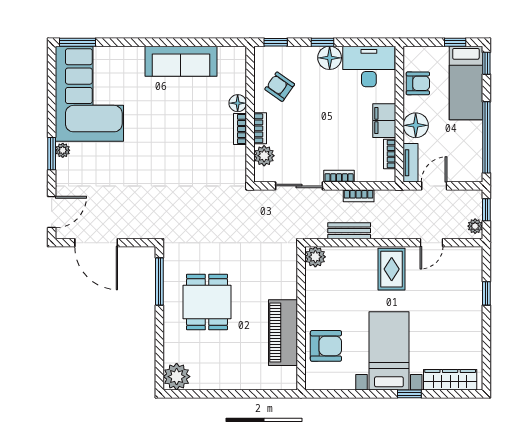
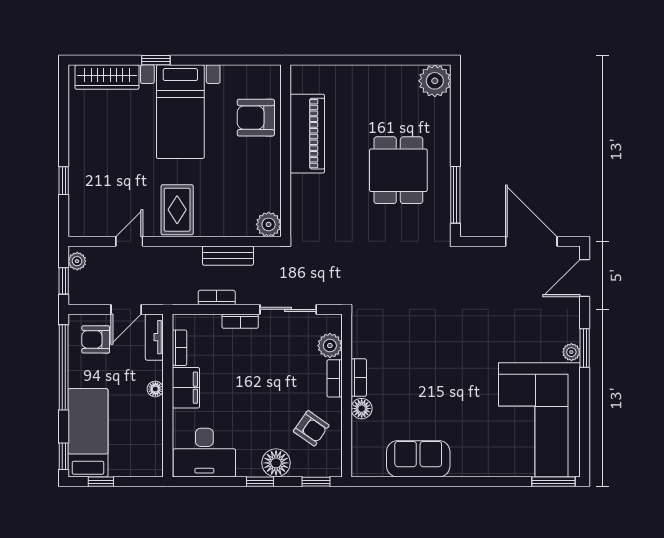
floor lamp: (330, 58) -> (276, 463), moved
sofa: (181, 61) -> (418, 459), width x0.73
armchair: (418, 83) -> (96, 339), moved
floor lamp: (416, 125) -> (155, 389), width x0.53, depth x0.53

